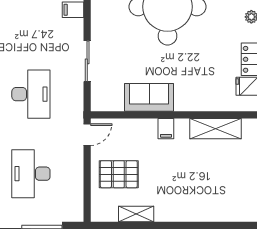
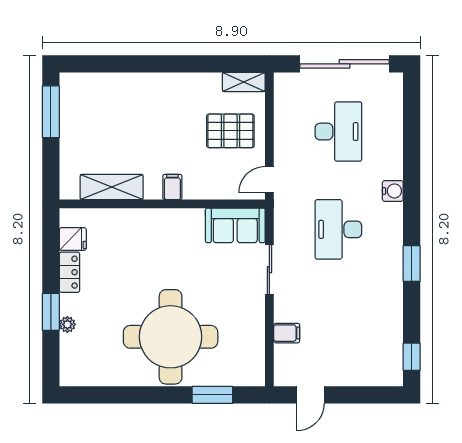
sofa: (149, 97) -> (235, 225), moved
shelving: (136, 214) -> (244, 82), moved

